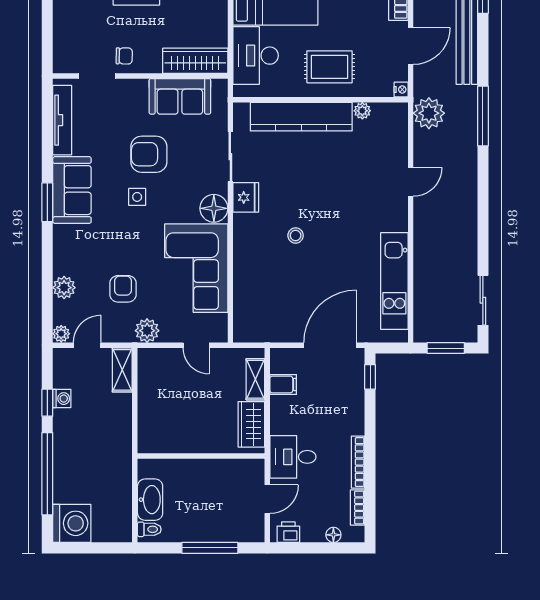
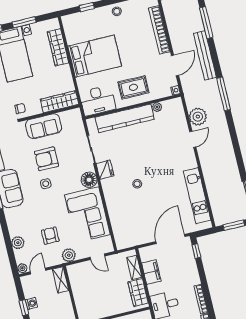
desk: (256, 56) -> (98, 101), moved, turned -90
sofa: (180, 96) -> (44, 126), moved
plant: (429, 113) -> (198, 117), moved
filing cabinet: (283, 384) -> (151, 272), width x2.00

